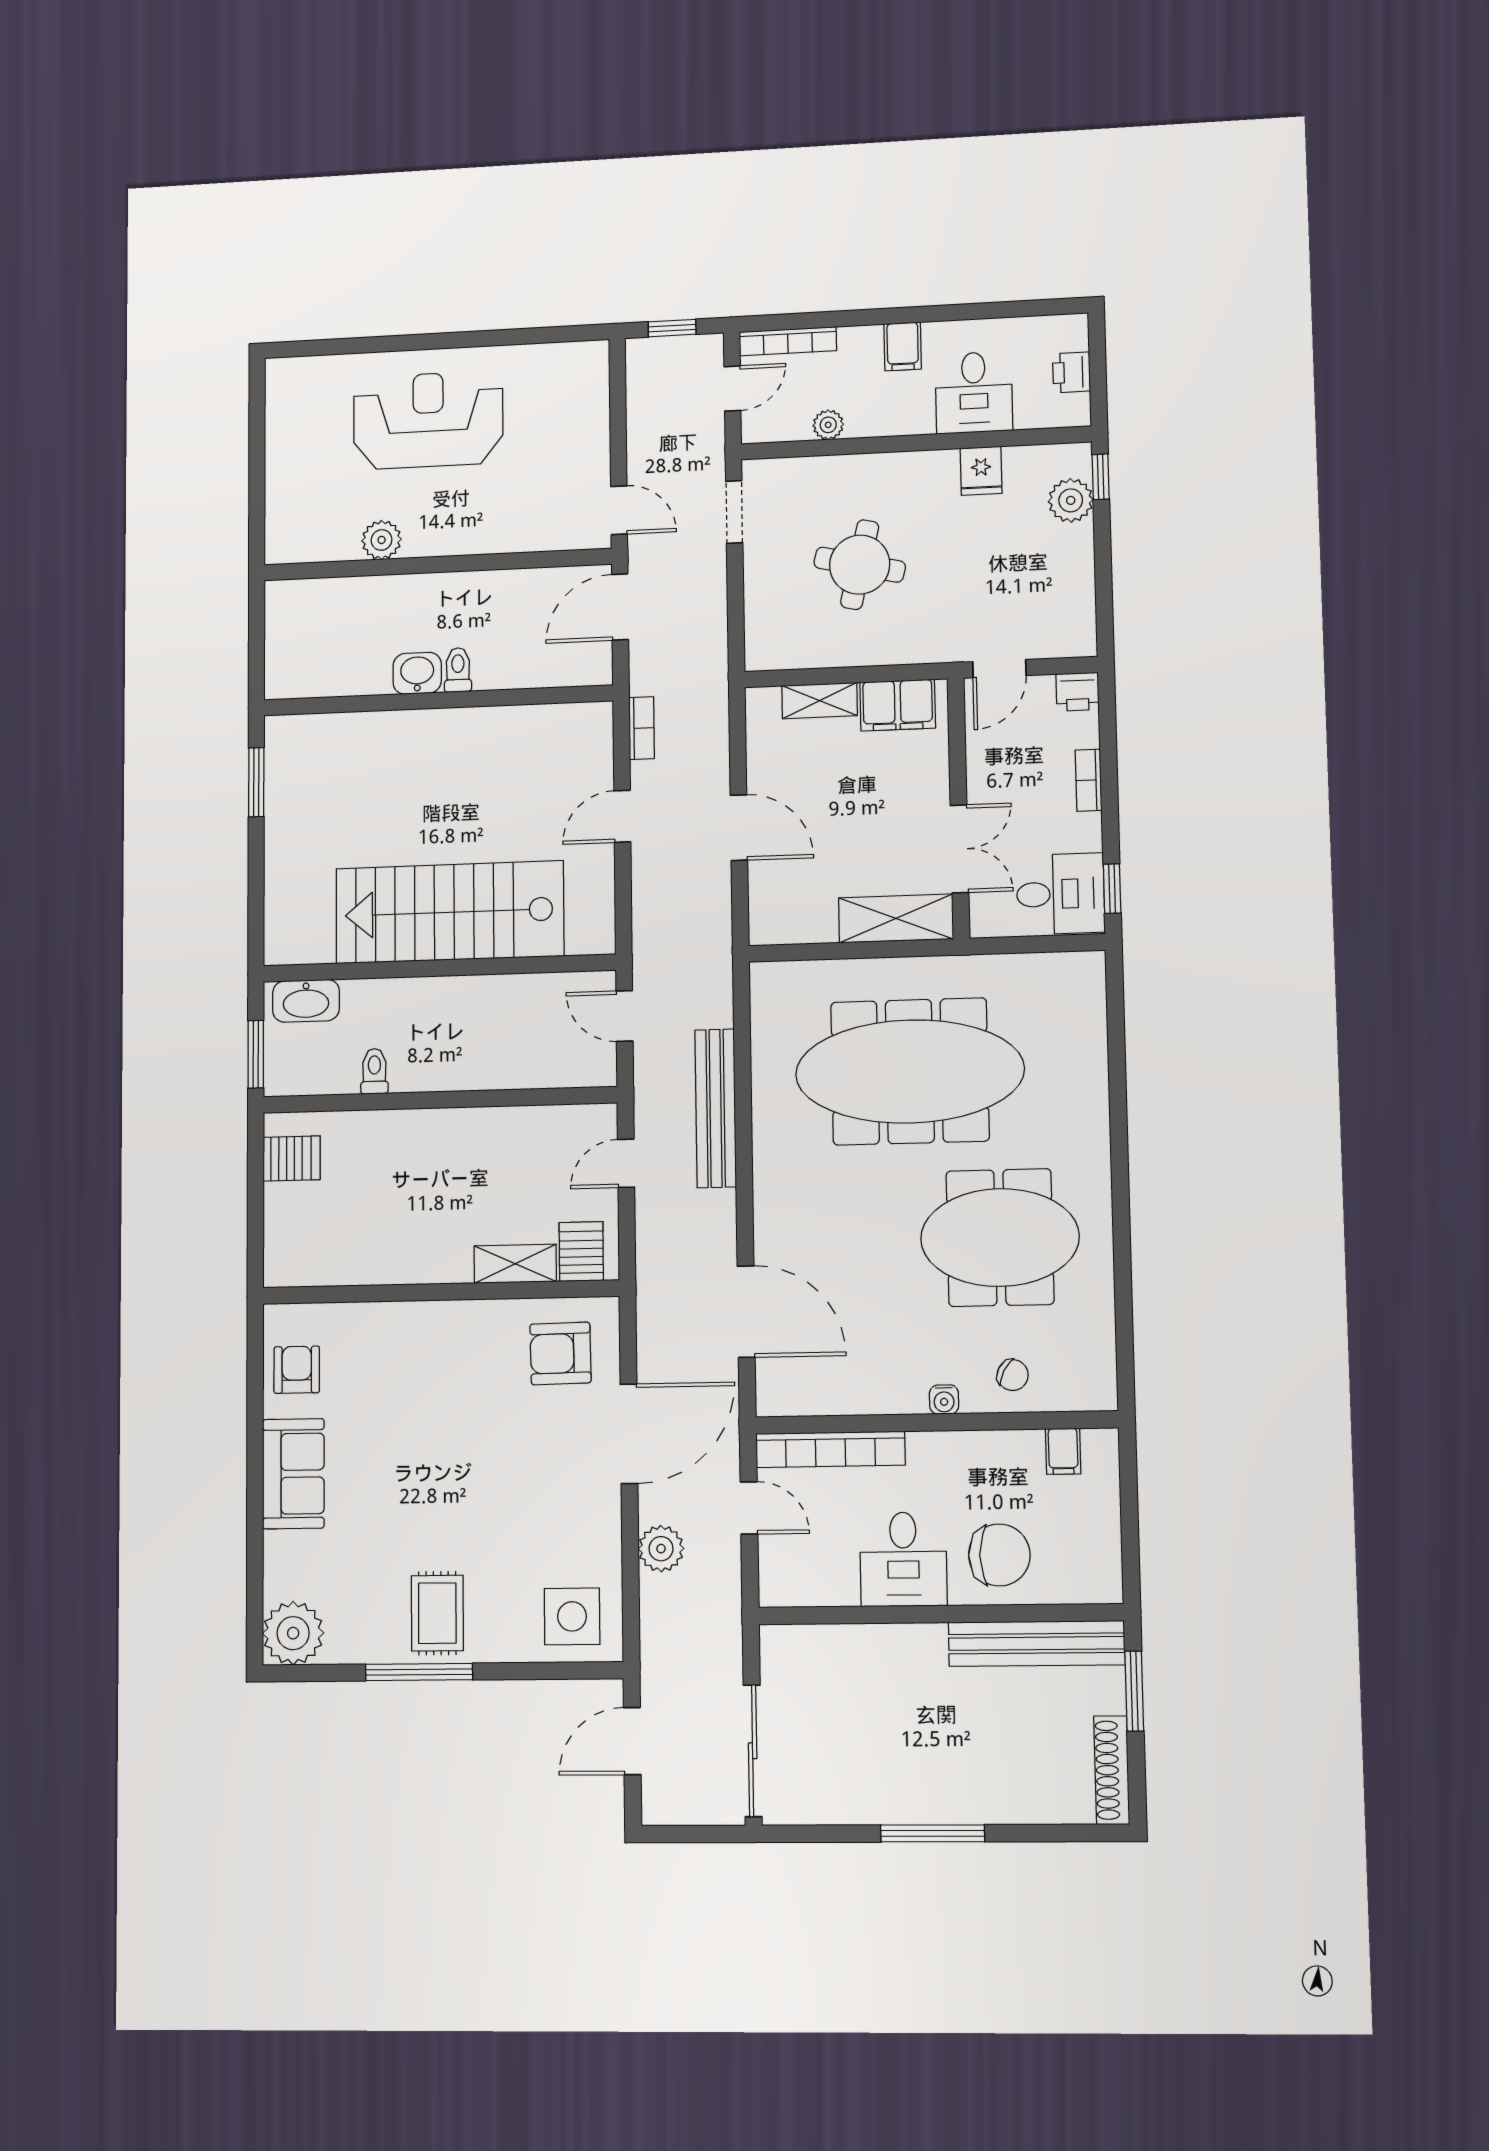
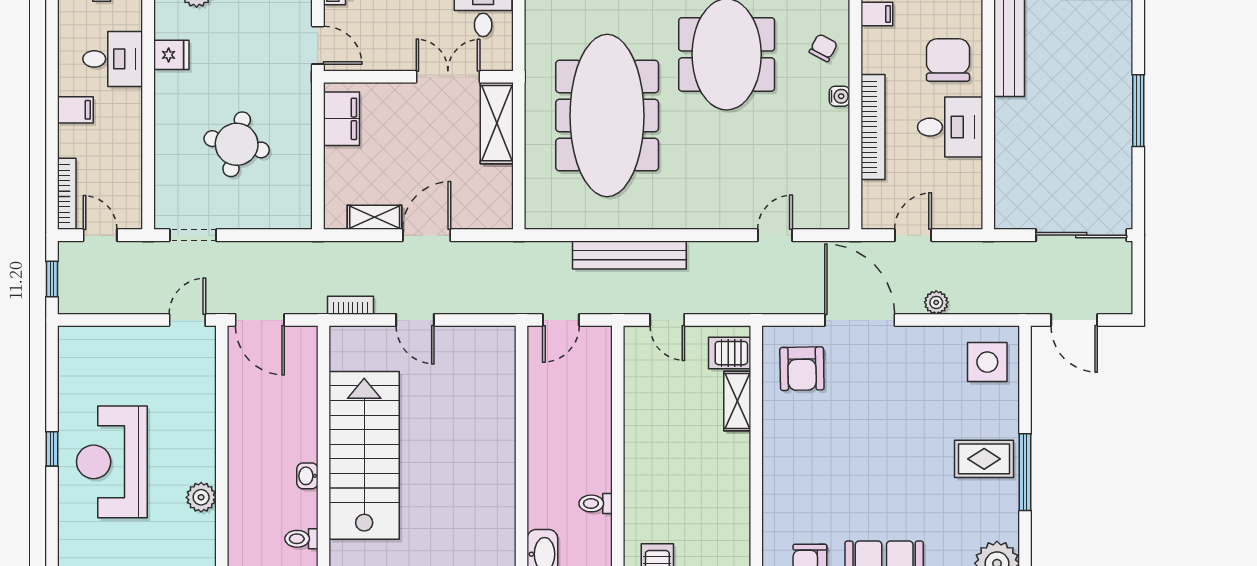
window: (445, 341) -> (52, 449), added
plant: (828, 425) -> (131, 165), removed
toilet: (458, 670) -> (301, 539), moved
washbasin: (417, 673) -> (307, 476), width x0.72, depth x0.69
shelving: (820, 701) -> (375, 217), moved, turned 90
stairs: (450, 912) -> (364, 455), moved, turned 180
door: (746, 1312) -> (775, 235), width x0.53
bookcase: (830, 1449) -> (873, 127), moved
plant: (661, 1549) -> (936, 302), width x0.73, depth x0.73

